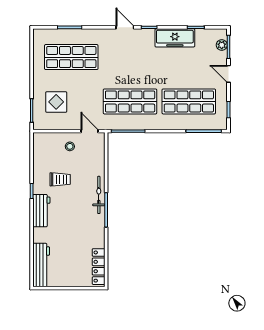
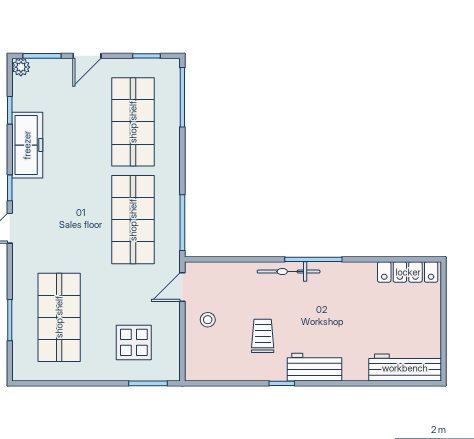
plant: (222, 45) -> (21, 67), moved

